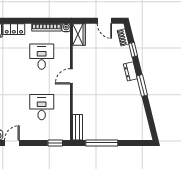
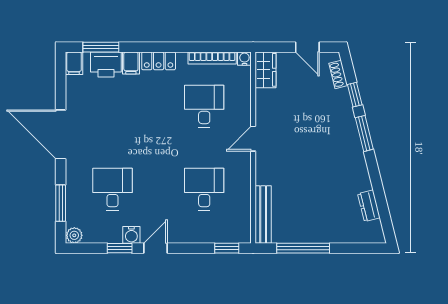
dresser: (130, 71) -> (369, 206), moved
window: (142, 85) -> (364, 133), moved
bench: (77, 127) -> (263, 214), width x1.36

